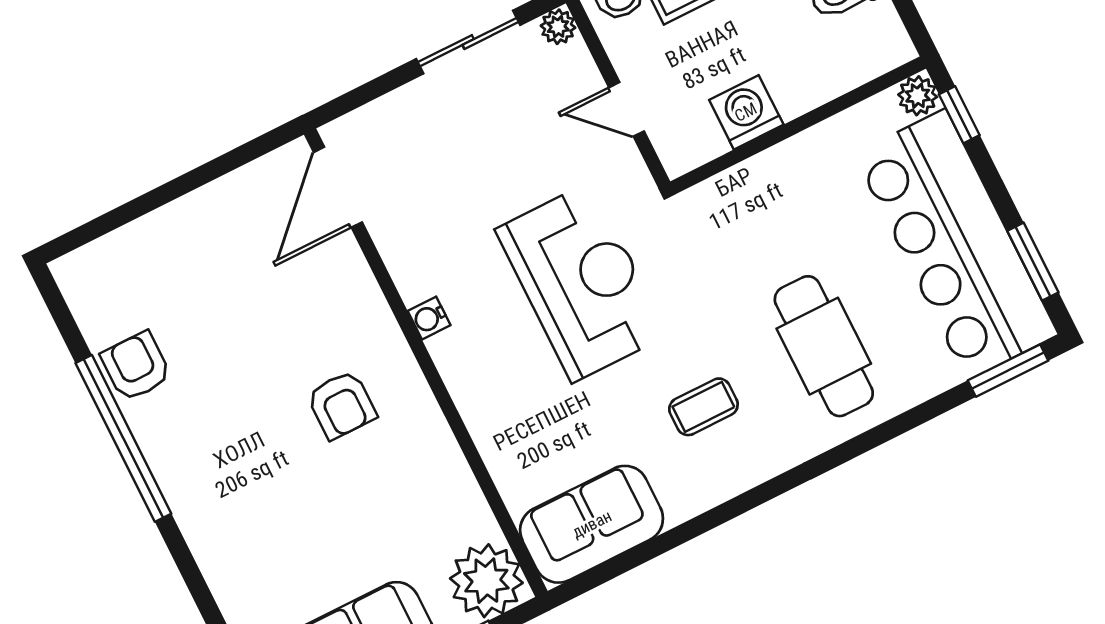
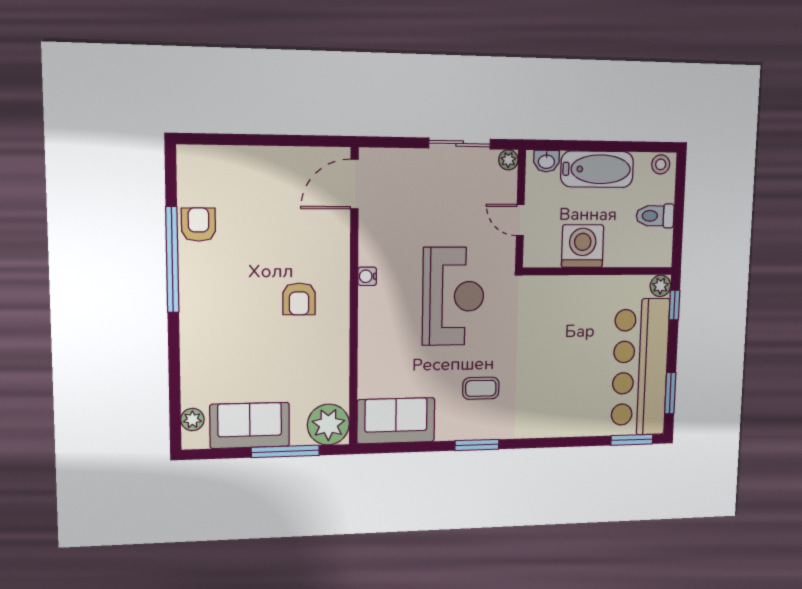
washing machine: (746, 112) -> (583, 246), width x1.37, depth x1.37
cafe table: (824, 346) -> (553, 386), removed
window: (746, 502) -> (477, 445), added

